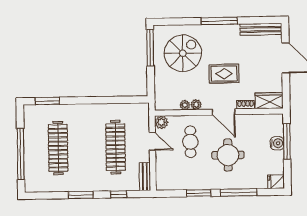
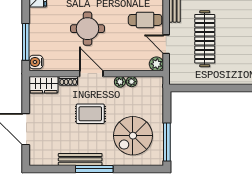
bench: (261, 29) -> (80, 159), moved
cafe table: (190, 142) -> (145, 20), moved, turned 90
water cooler: (277, 143) -> (36, 62), moved

